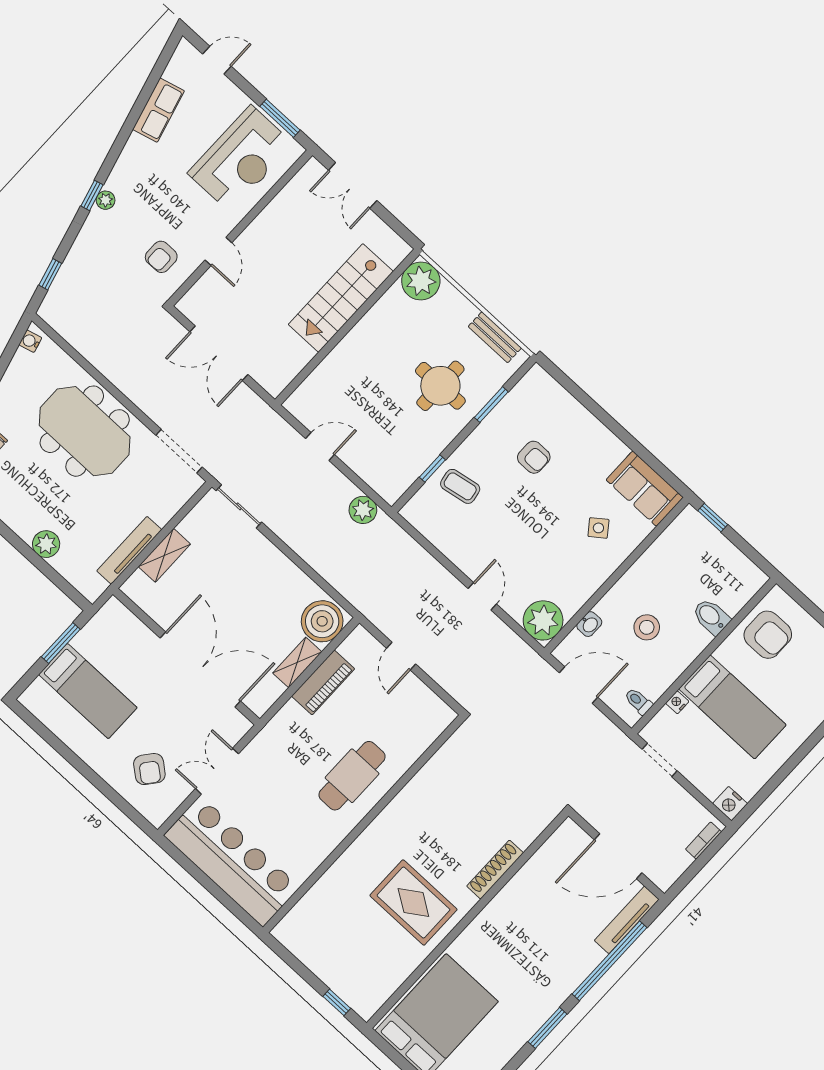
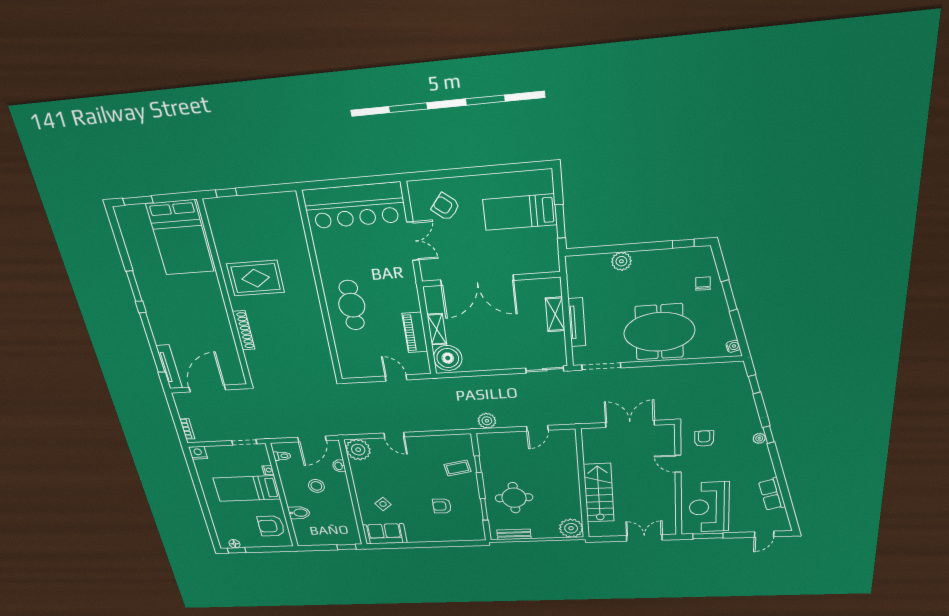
tv unit: (129, 550) -> (577, 322), moved

